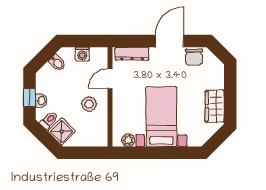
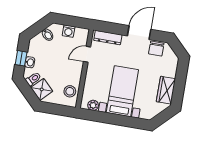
stool: (89, 104) -> (70, 91), moved

